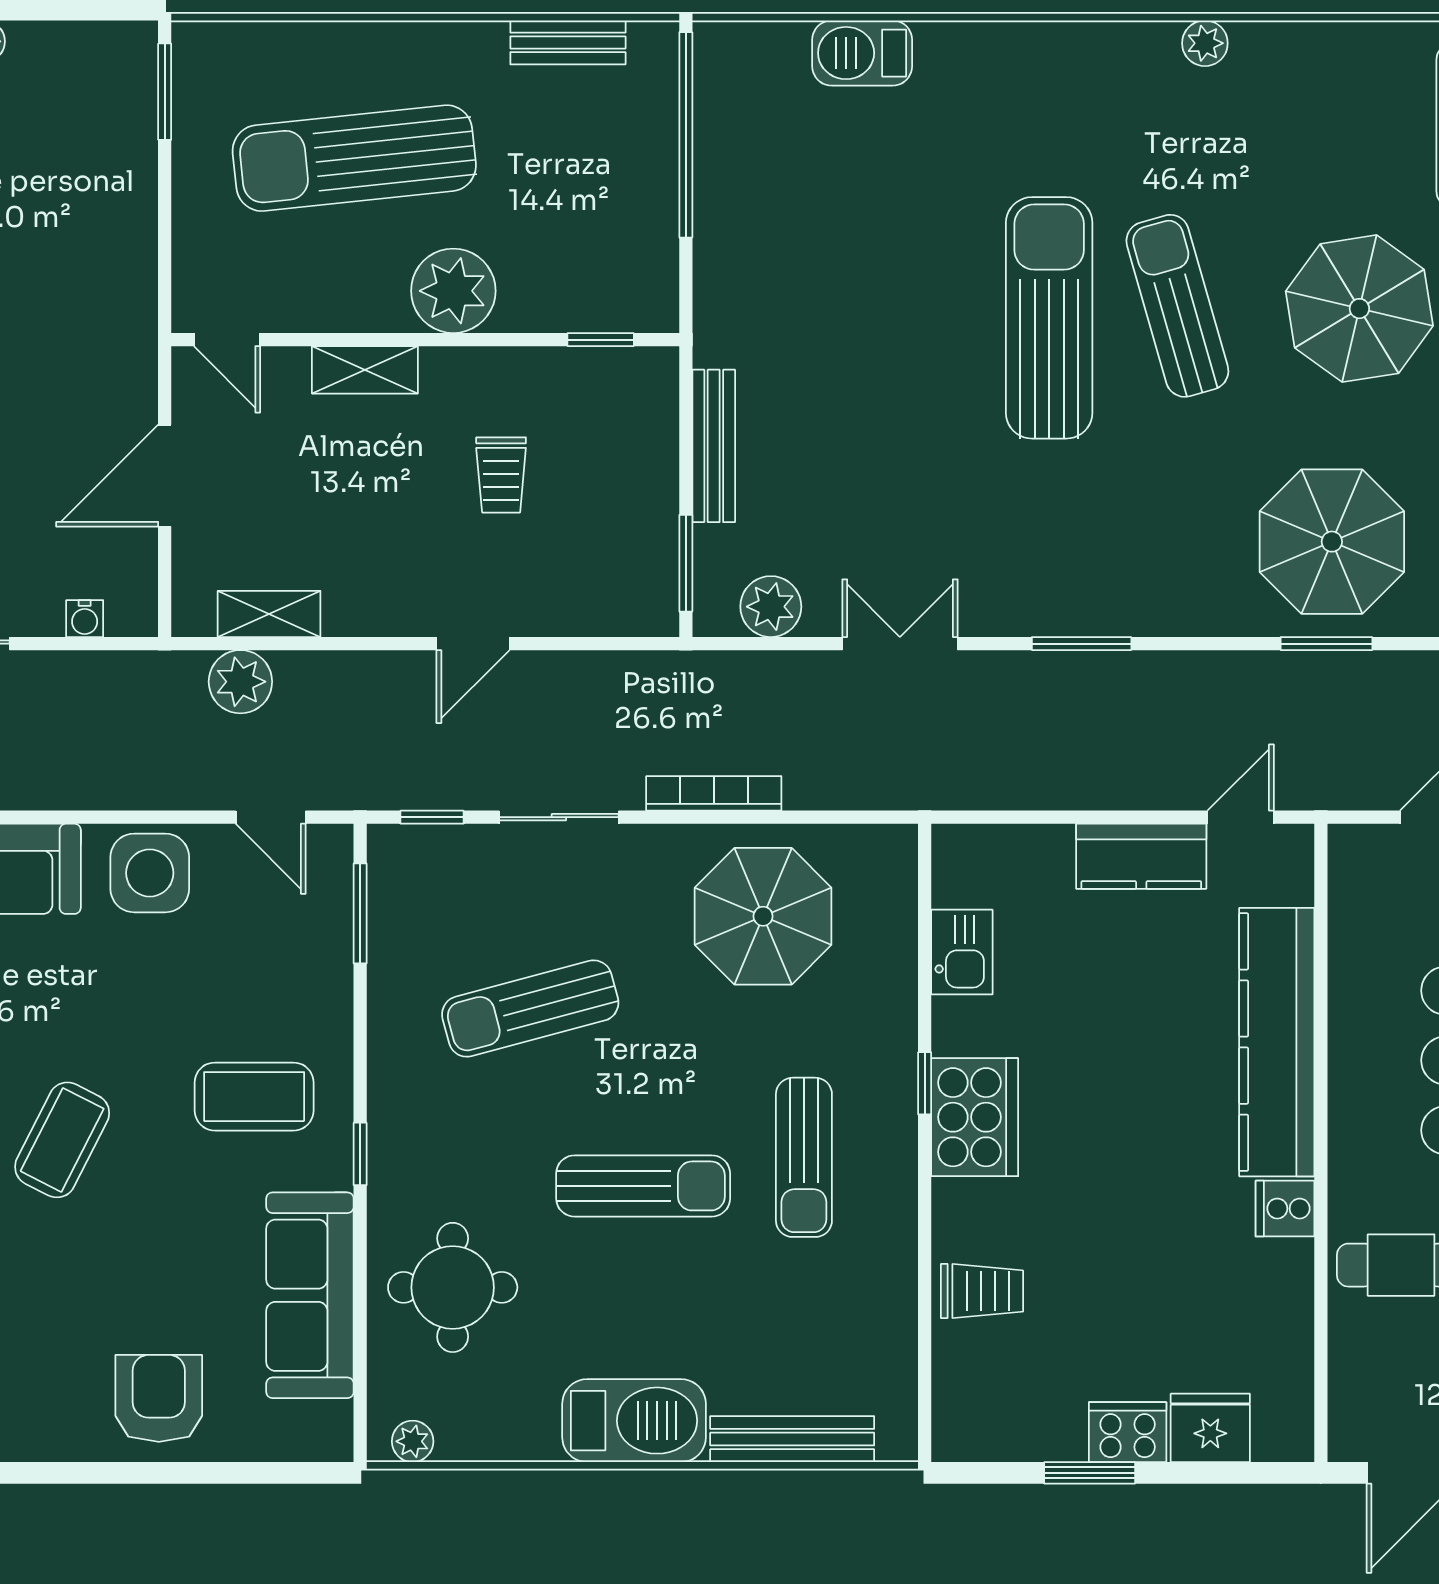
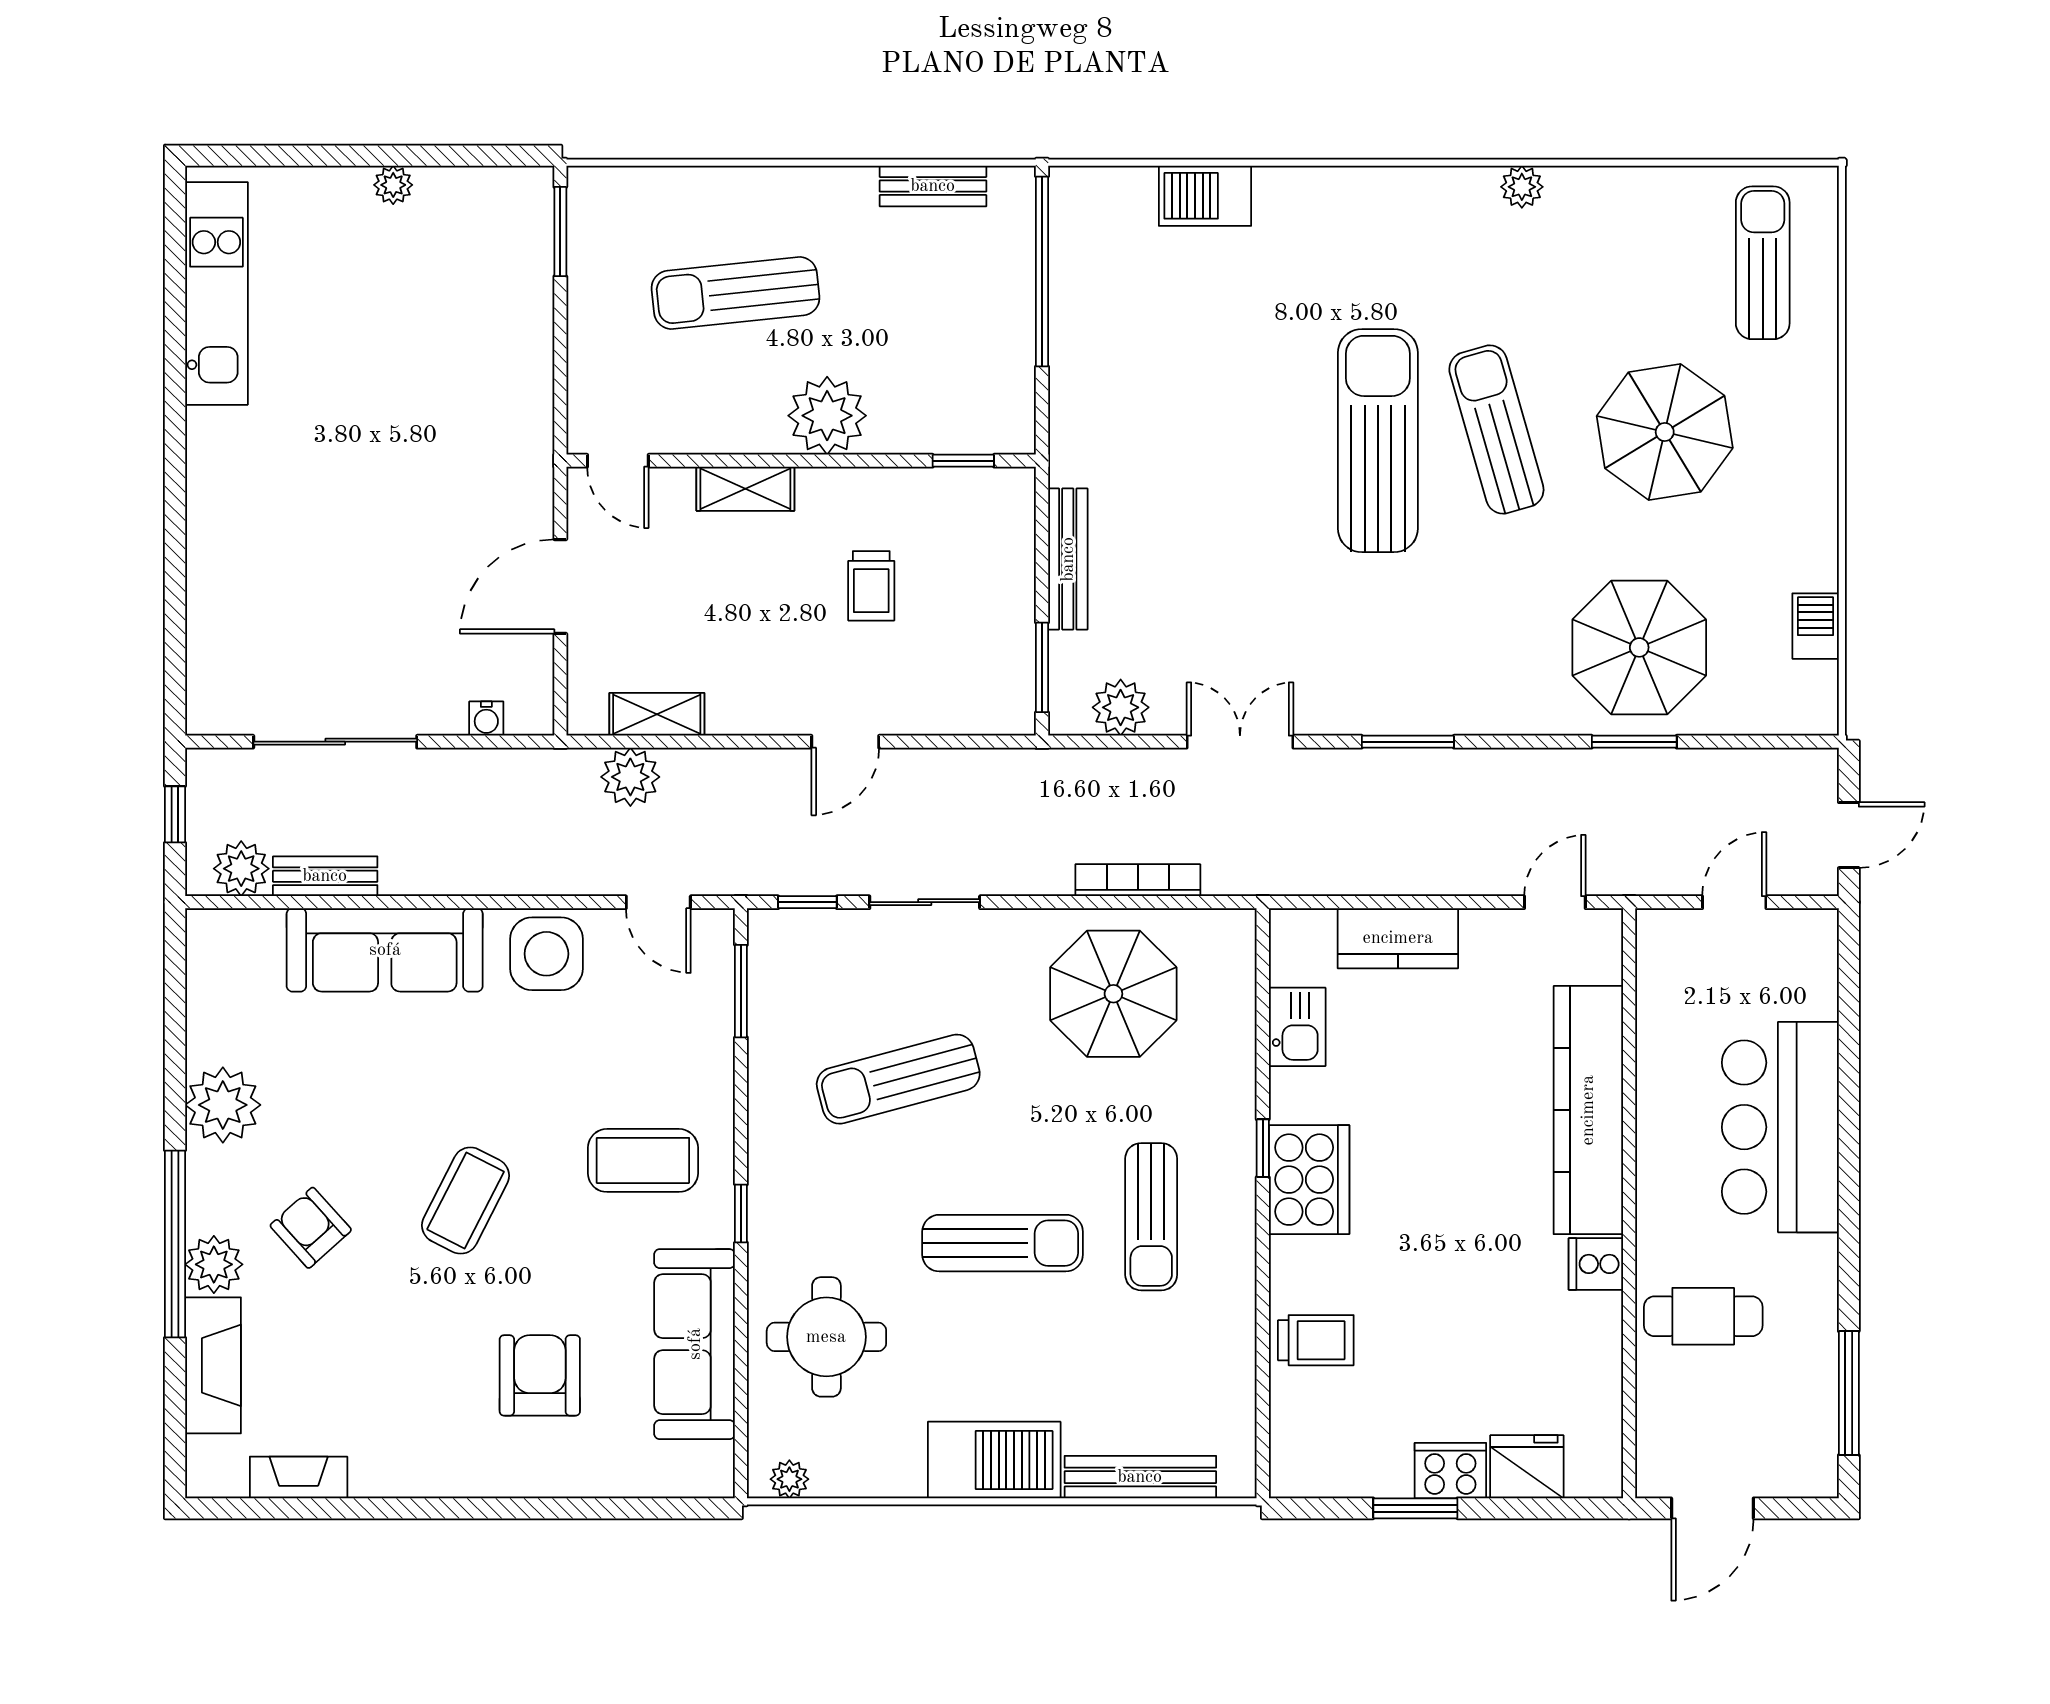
sun lounger: (354, 158) -> (736, 293), width x0.73, depth x0.75
bookcase: (714, 793) -> (1138, 880), moved
kitchen counter: (1141, 856) -> (1398, 938), moved
armchair: (159, 1398) -> (540, 1375), moved

